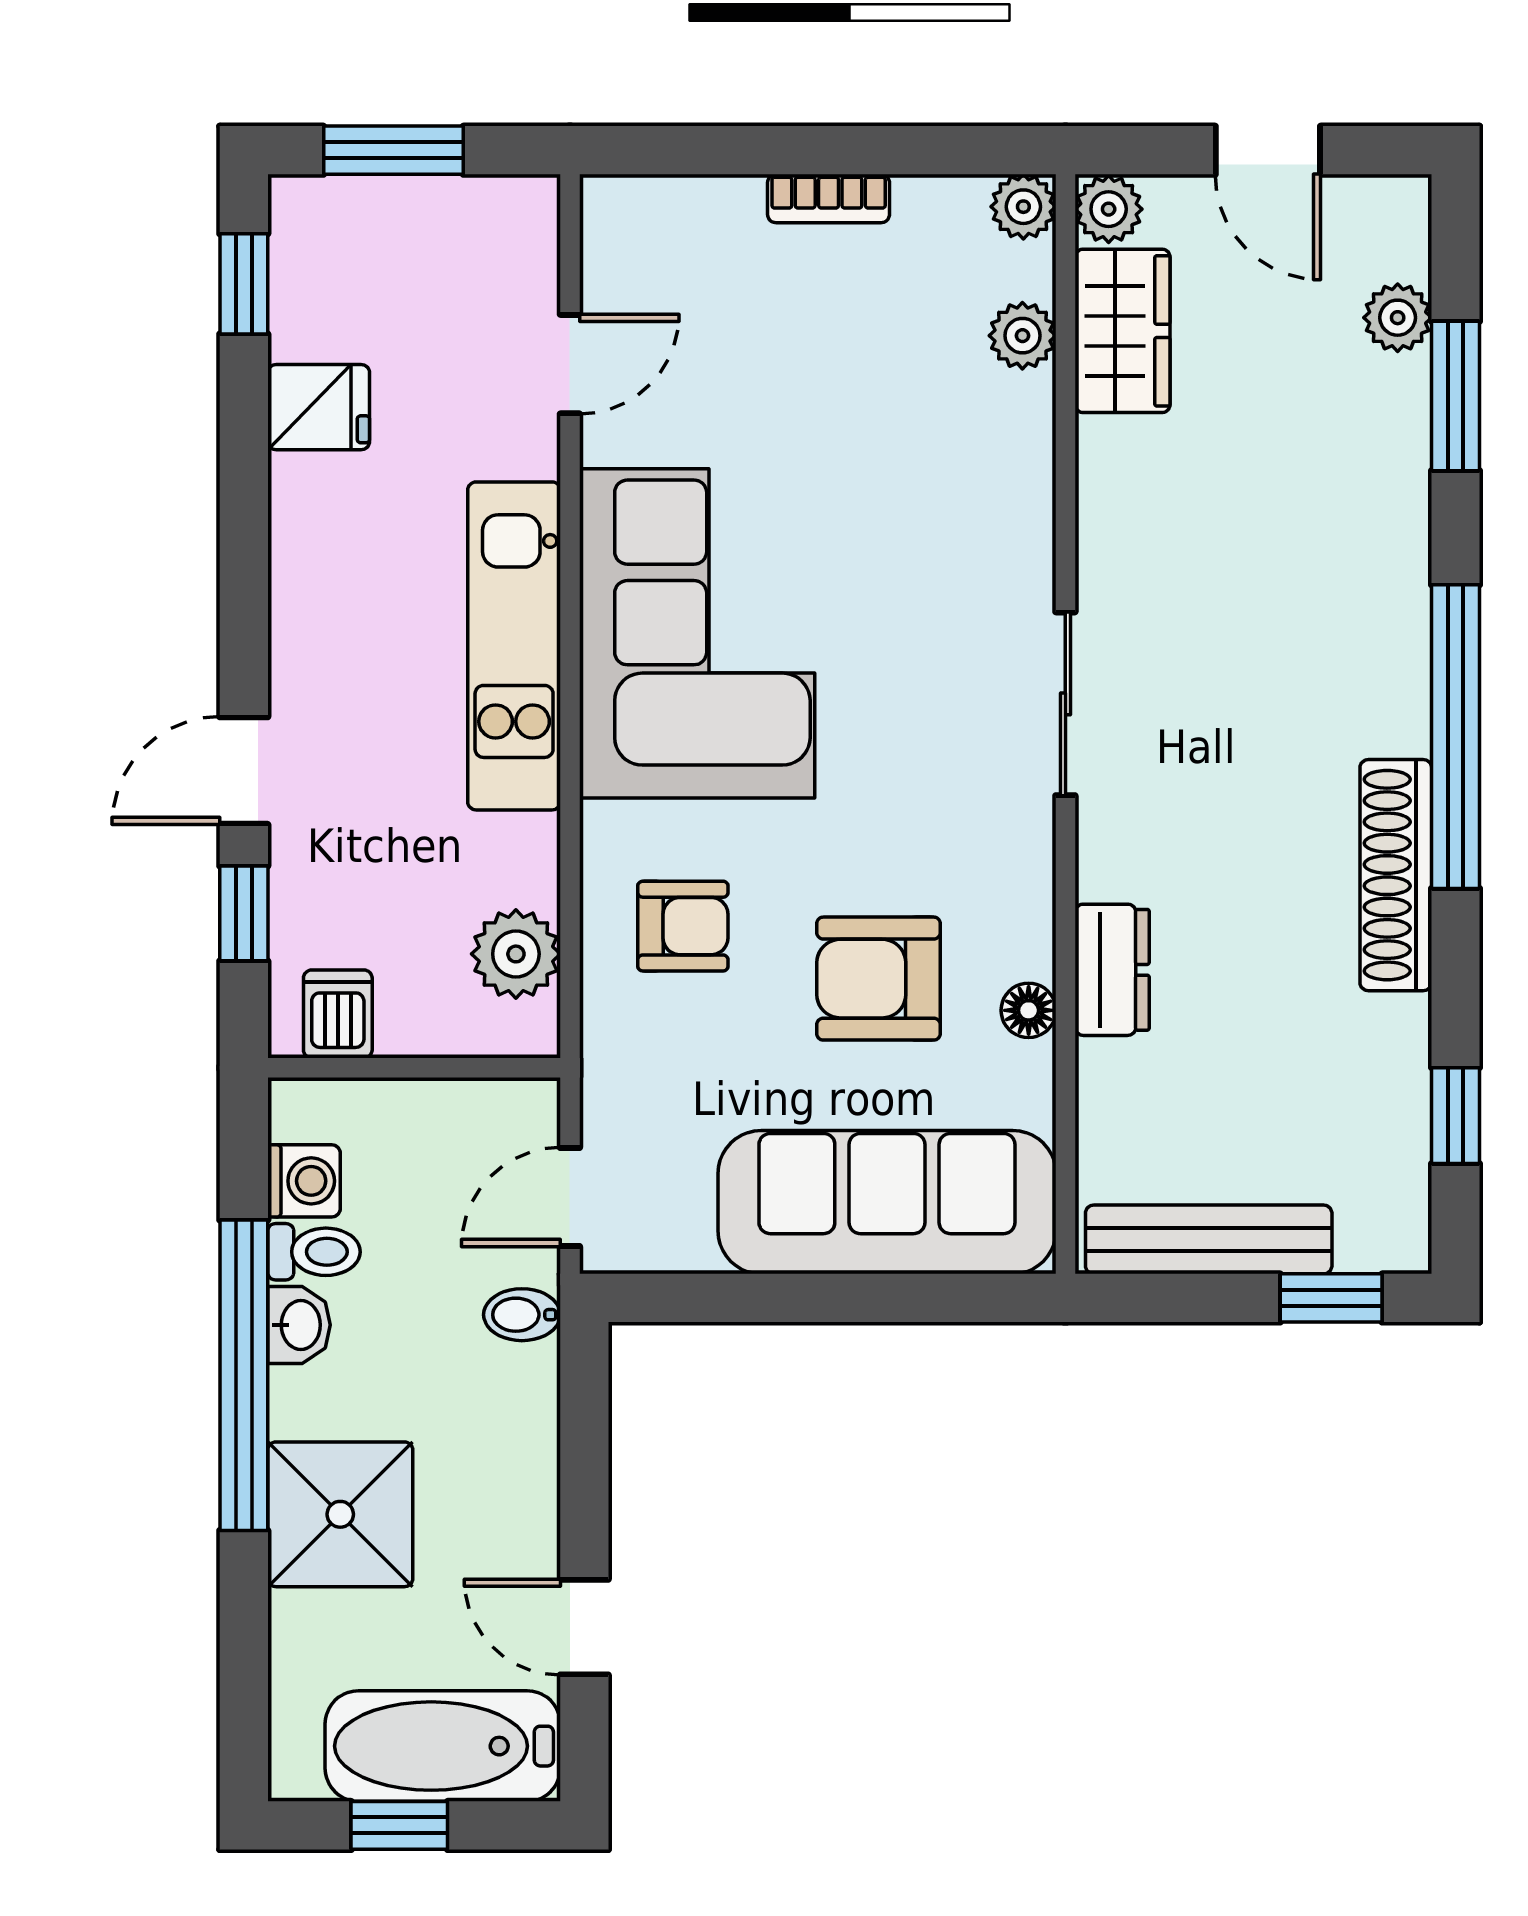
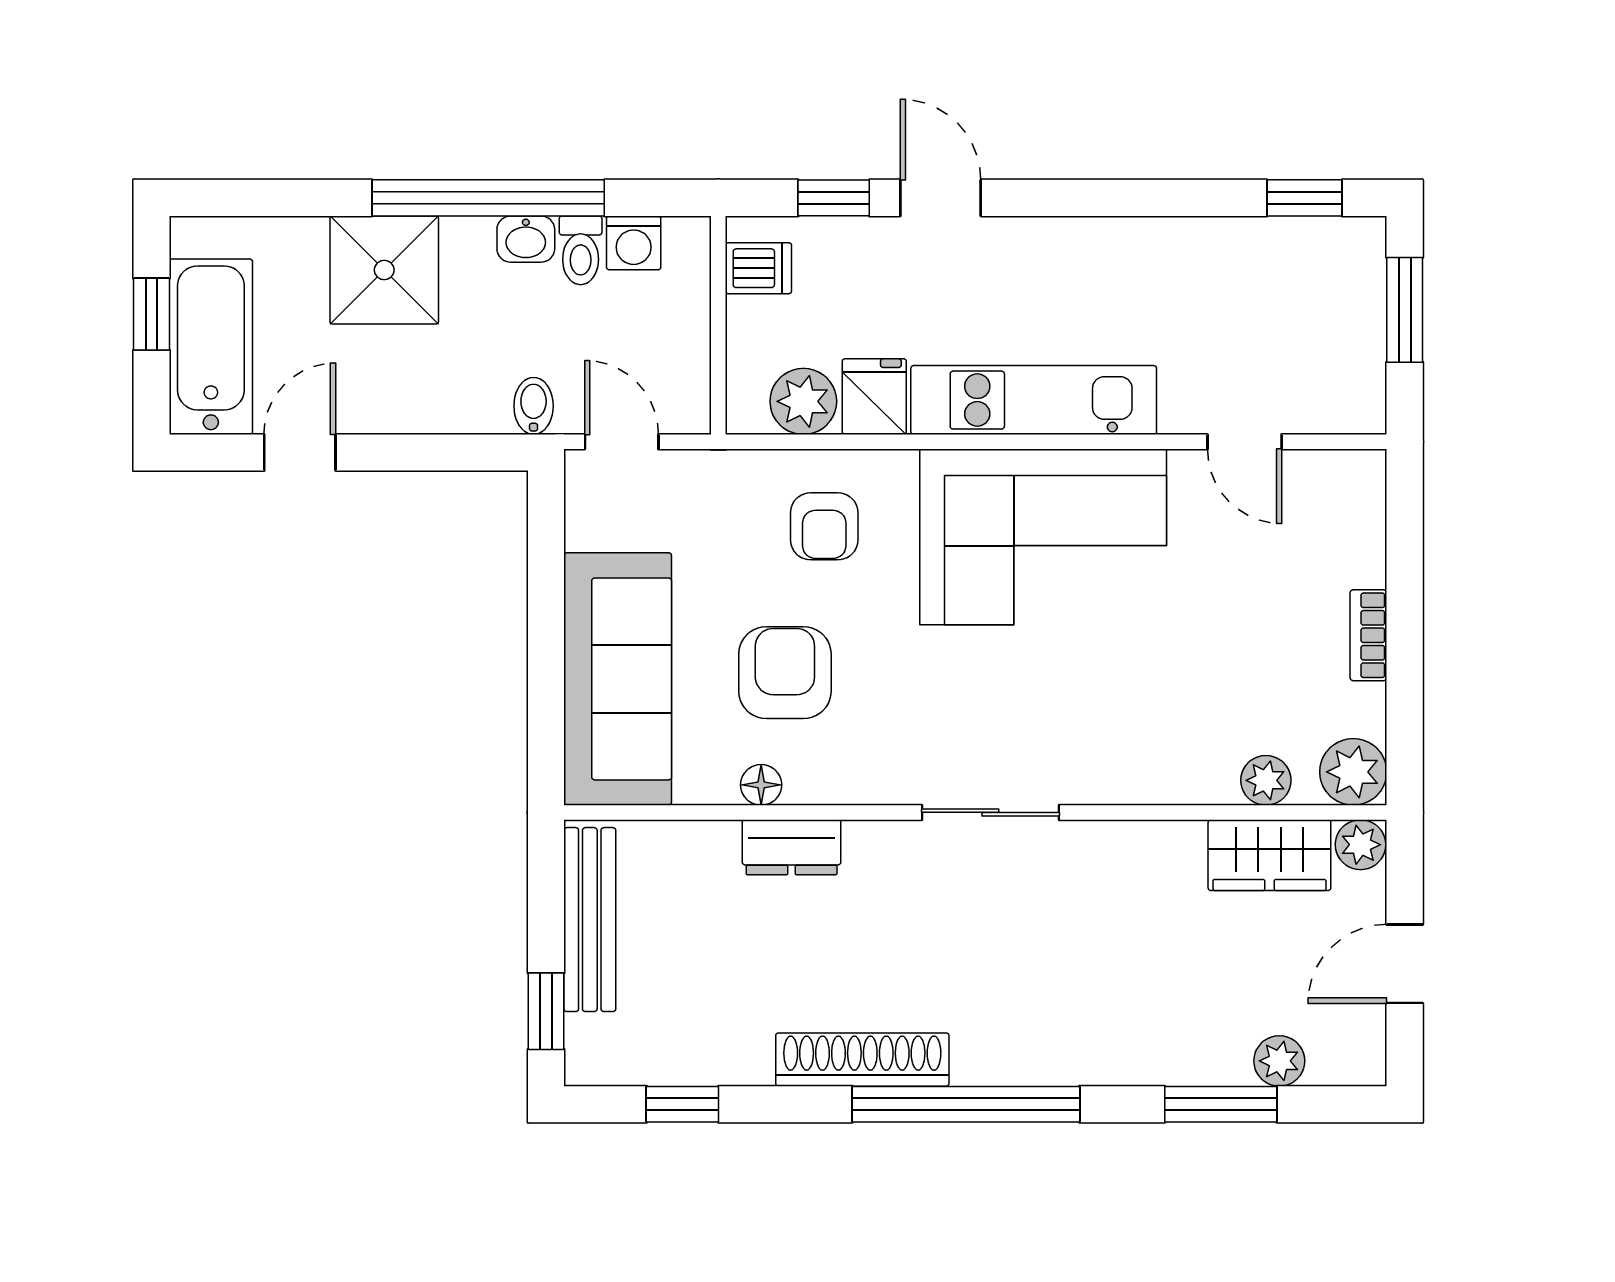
plant: (1023, 207) -> (1353, 772), width x1.38, depth x1.38
fridge: (319, 407) -> (874, 397), moved, turned 180

